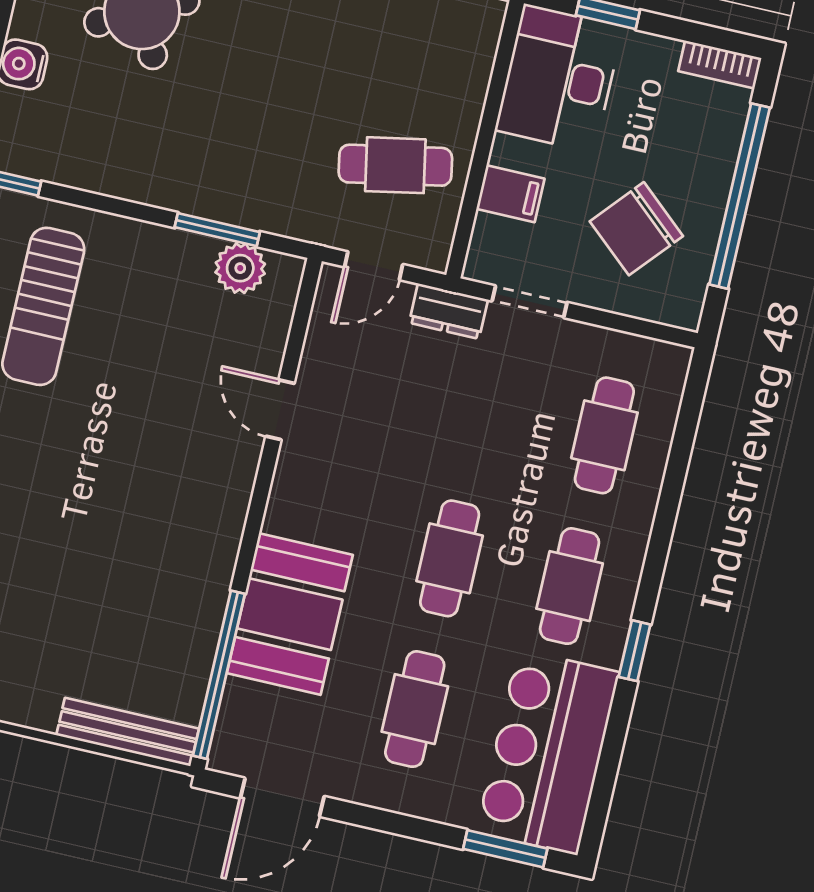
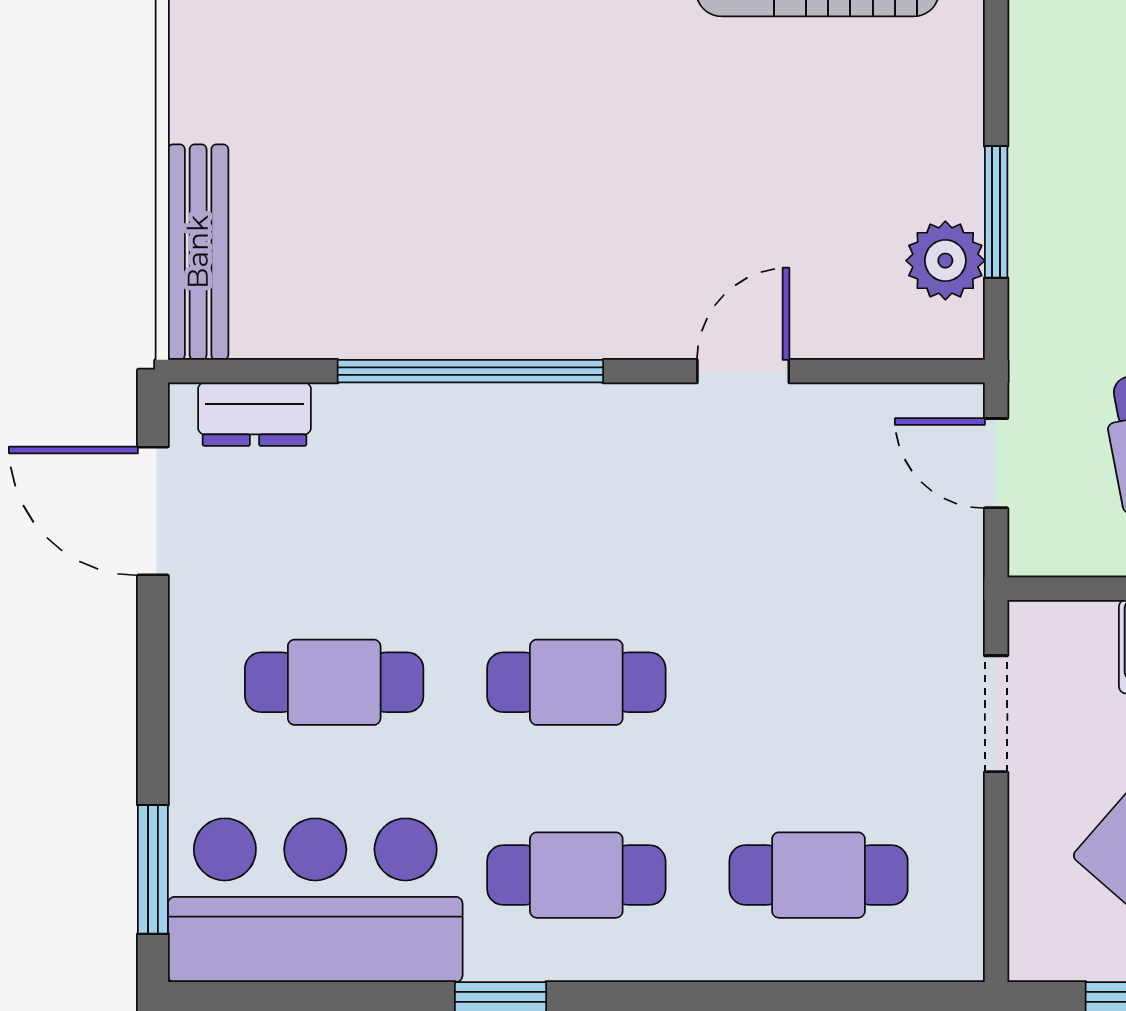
dresser: (449, 311) -> (255, 414), moved, turned -90
booth: (290, 614) -> (435, 458), removed
window: (219, 675) -> (470, 371), moved

